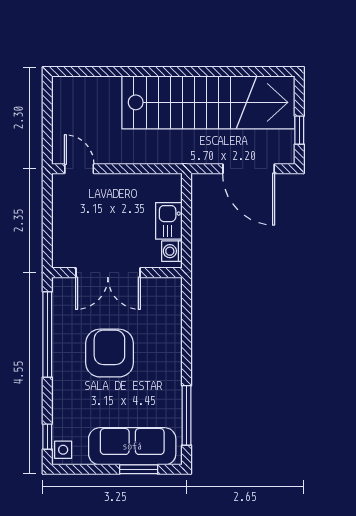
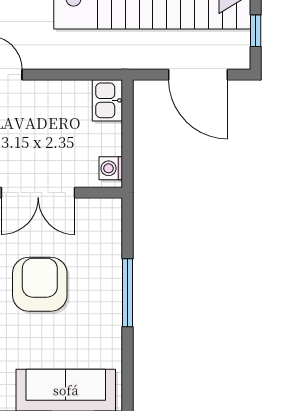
kitchen sink: (169, 221) -> (107, 100), moved
window: (187, 415) -> (127, 293), moved

